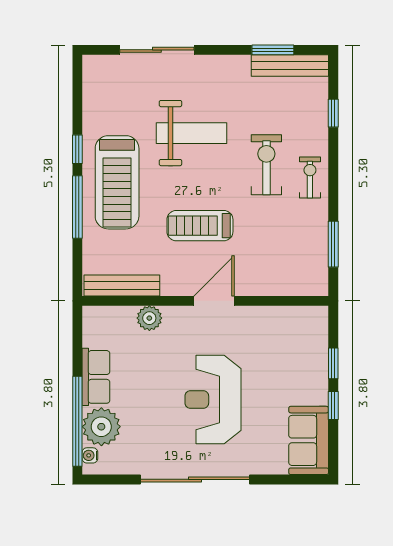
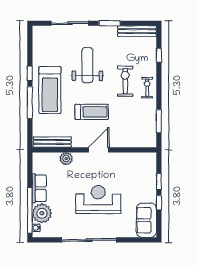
window: (273, 50) -> (109, 23), moved
weight bench: (192, 133) -> (87, 65), turned -90
treadmill: (200, 226) -> (92, 112), turned 180
reception desk: (213, 400) -> (98, 200), turned 90

